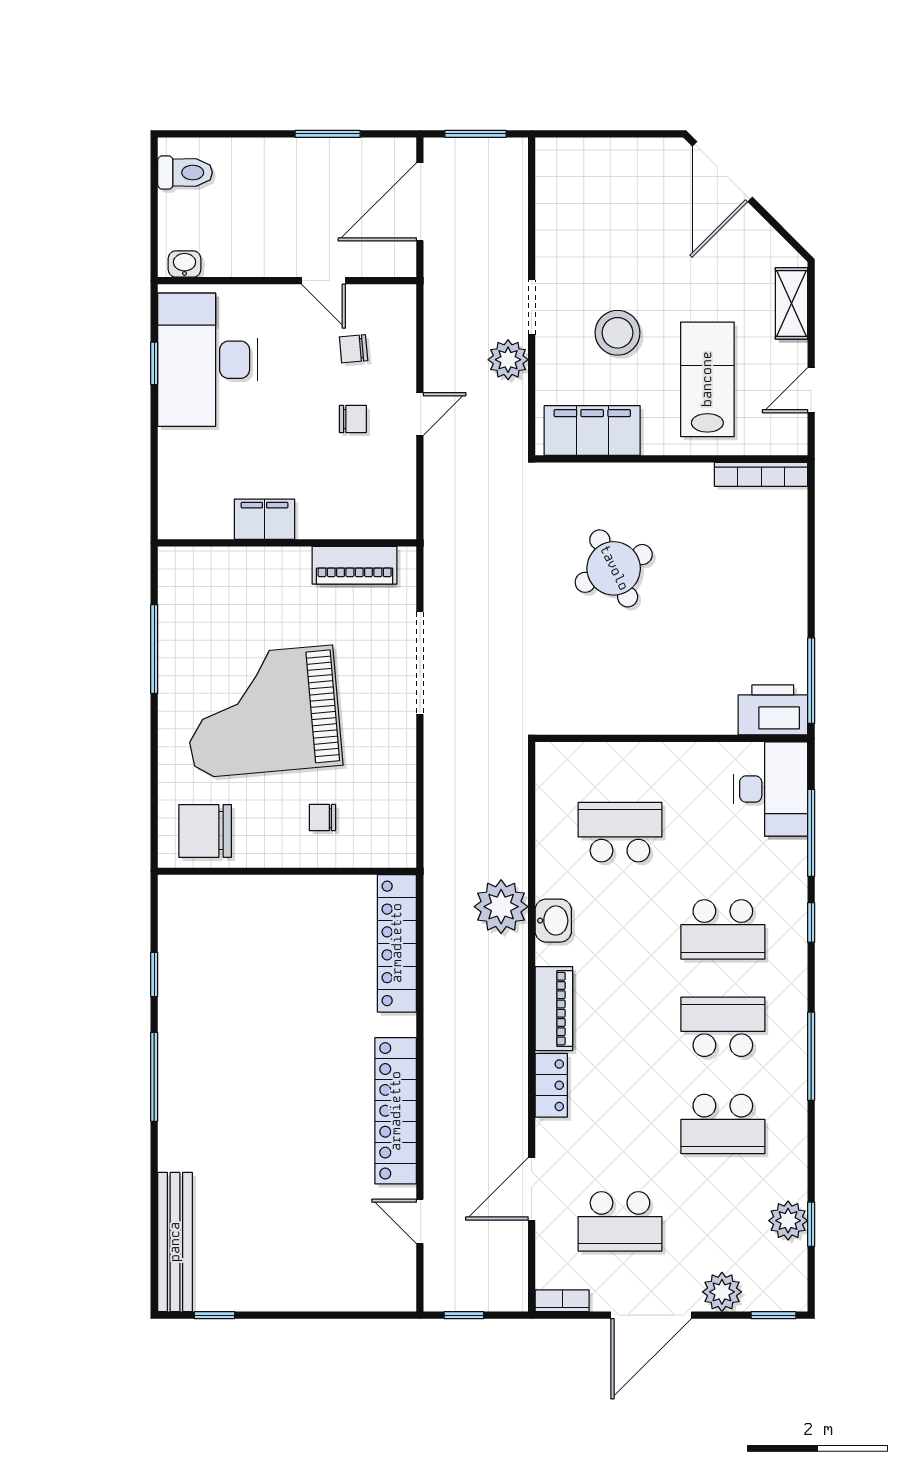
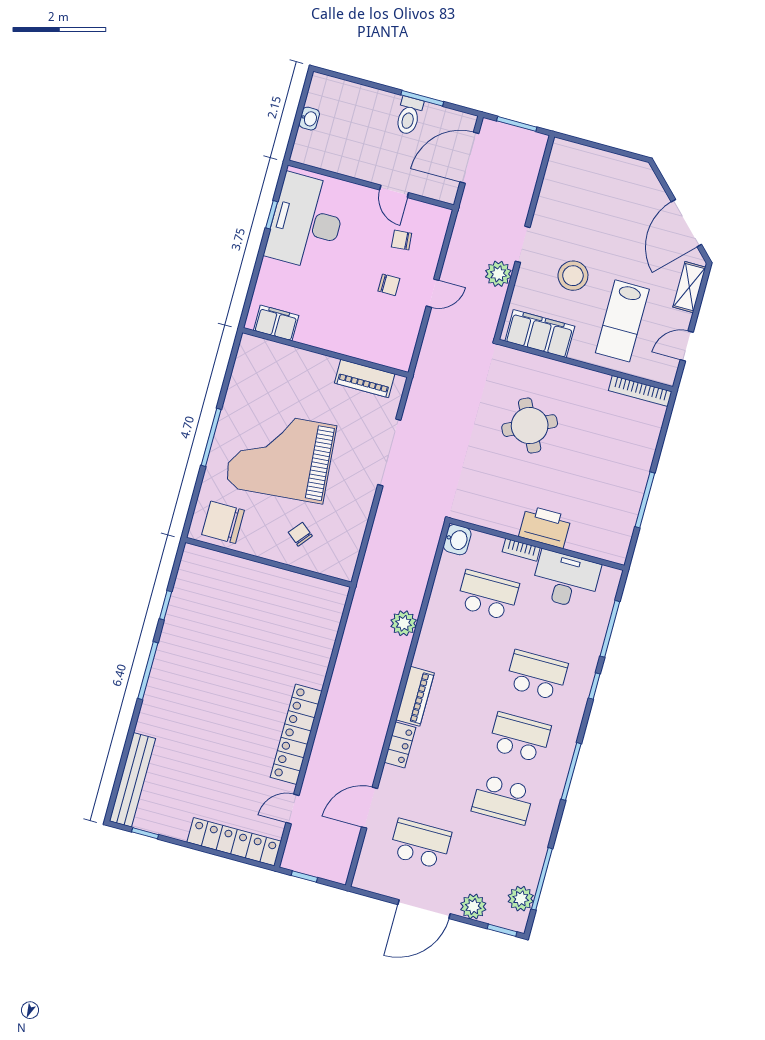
door: (722, 172) -> (686, 223), moved
toilet: (185, 173) -> (409, 116), moved, turned 90
washbasin: (184, 264) -> (309, 119), moved, turned 90
lab bench: (707, 379) -> (622, 321), turned 180
filing cabinet: (264, 519) -> (276, 323), moved
window: (154, 649) -> (211, 437), moved
window: (811, 681) -> (645, 500), moved
printer: (773, 710) -> (545, 527), moved
desk: (771, 789) -> (566, 580), moved, turned -90
chair: (322, 818) -> (300, 534), turned 39
plant: (501, 907) -> (404, 623), width x0.73, depth x0.73
washbasin: (553, 921) -> (457, 540), moved
school desk: (723, 929) -> (537, 675), turned 180
locker: (397, 943) -> (234, 842), moved, turned 90
door: (420, 1221) -> (292, 809), hinge flipped
school desk: (620, 1221) -> (420, 844), turned 180
plant: (788, 1221) -> (521, 899), moved
window: (811, 1224) -> (542, 879), width x2.17
bookcase: (562, 1301) -> (521, 550), moved, turned 180

